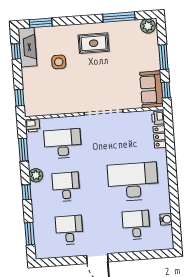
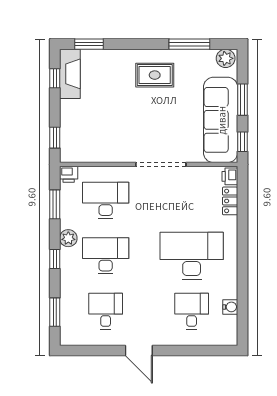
side table: (59, 62) -> (108, 96), removed
sofa: (151, 89) -> (221, 120), width x1.85, depth x1.27
desk: (66, 187) -> (106, 256), width x1.37

